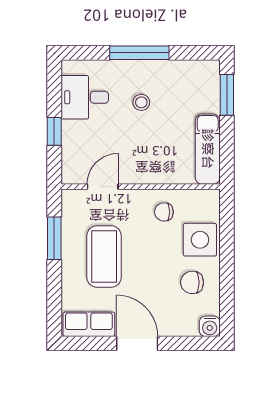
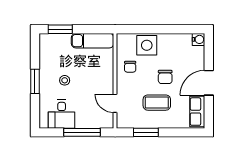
window: (139, 53) -> (35, 81), width x0.69
window: (54, 131) -> (82, 132), width x2.17
coffee table: (104, 257) -> (157, 103), width x0.73, depth x0.76
chair: (192, 282) -> (165, 77), moved

